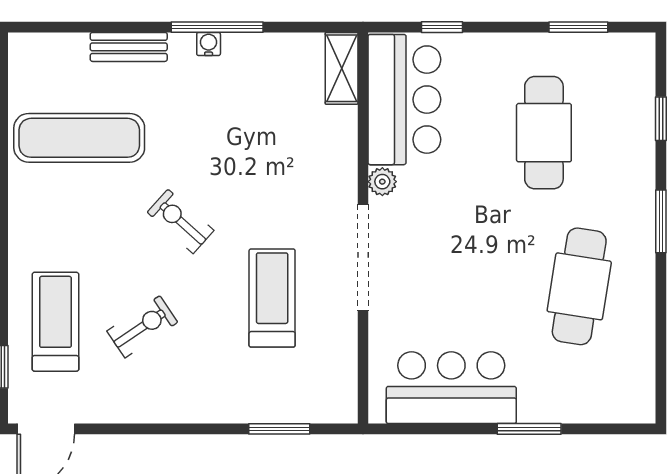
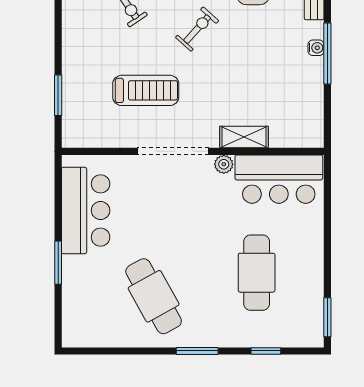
window: (442, 27) -> (327, 204), removed
window: (578, 27) -> (327, 317), moved
shelving: (342, 68) -> (244, 137), moved
cafe table: (544, 133) -> (257, 273), turned 90
cafe table: (579, 286) -> (154, 296), turned 52

